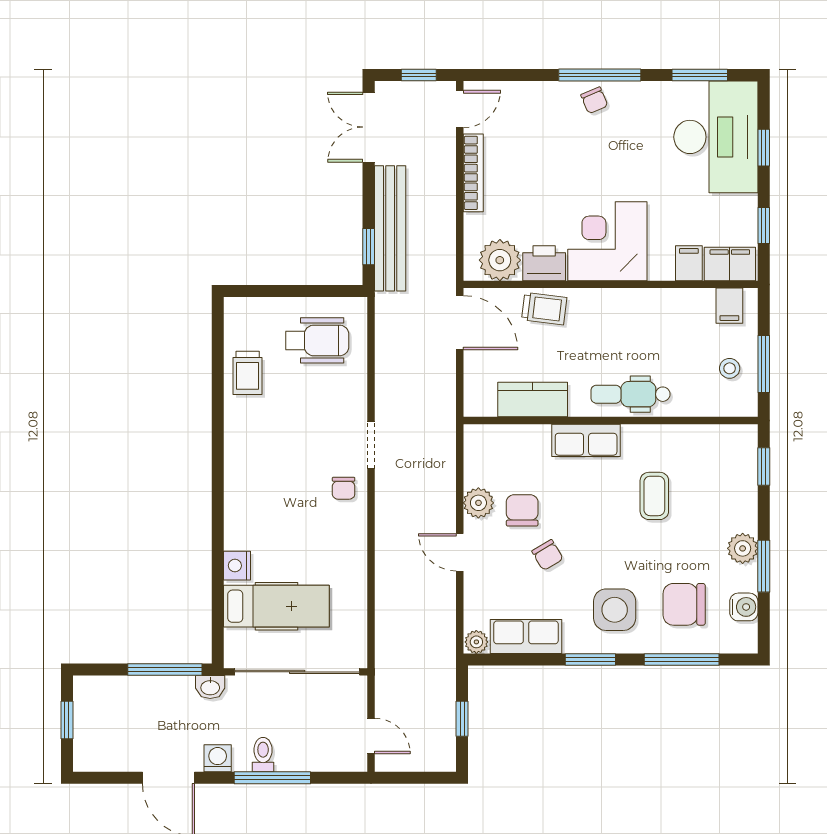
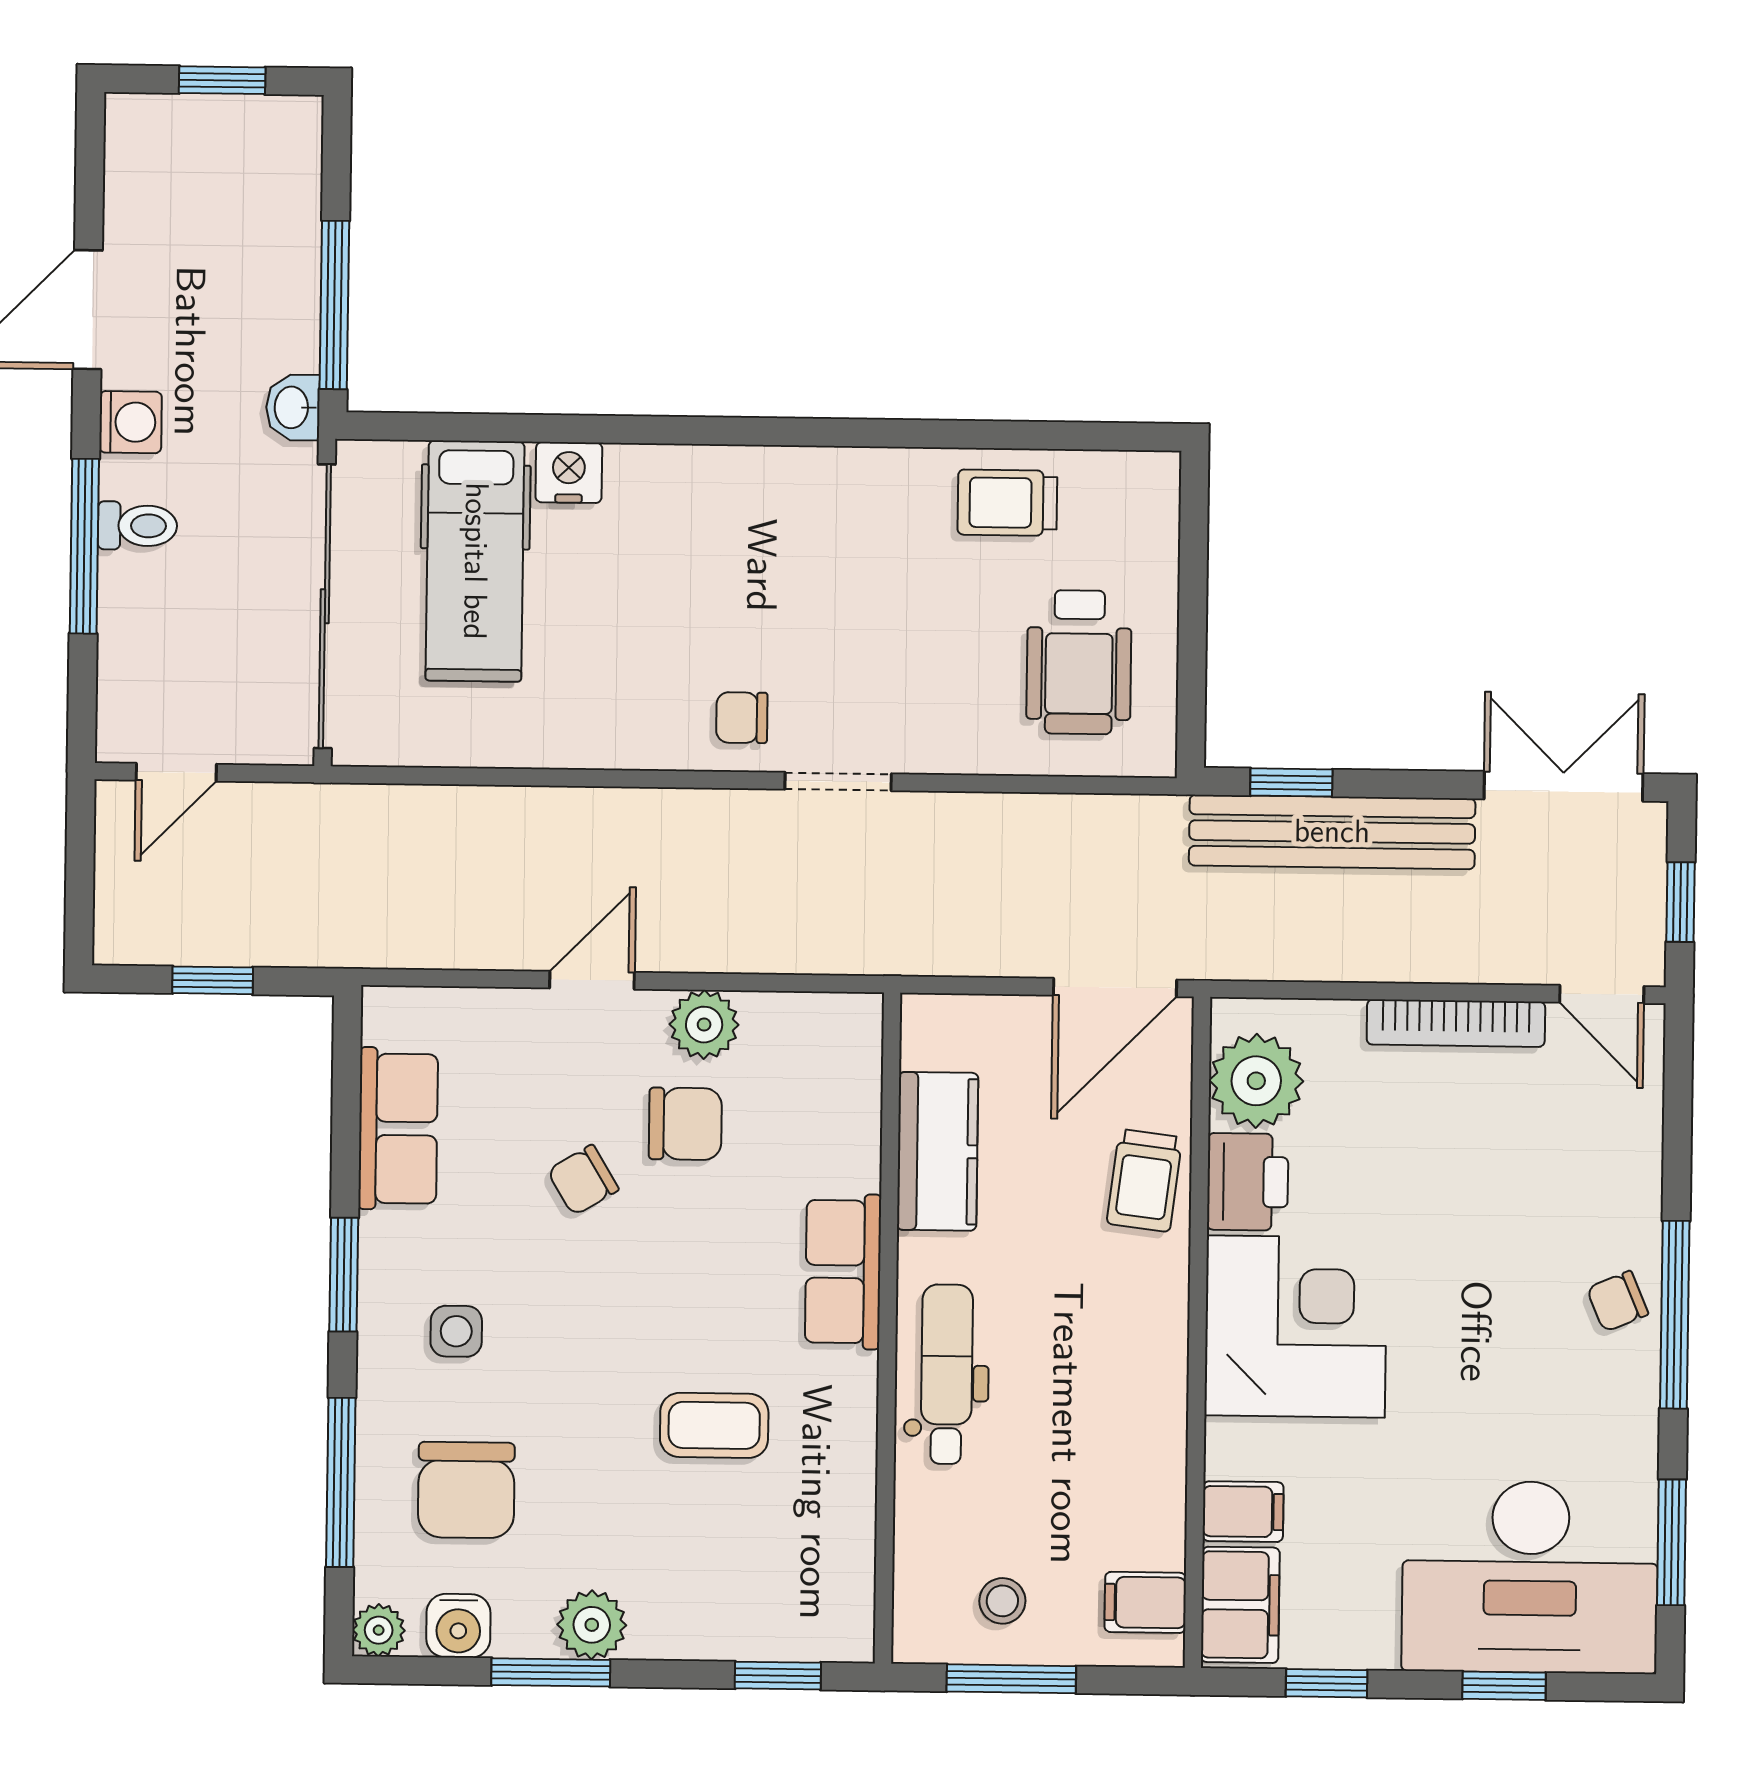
chair: (684, 604) -> (466, 1490), turned 180
side table: (615, 610) -> (456, 1331), width x0.54, depth x0.54
plant: (476, 642) -> (379, 1630), moved

